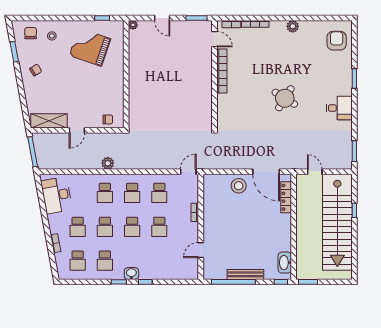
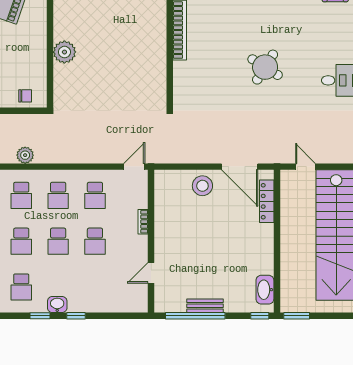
plant: (137, 87) -> (64, 52), added
bench: (245, 274) -> (205, 306), width x0.73

